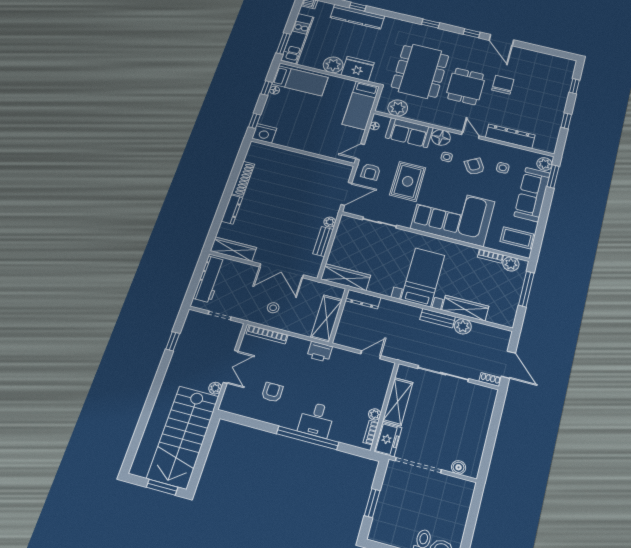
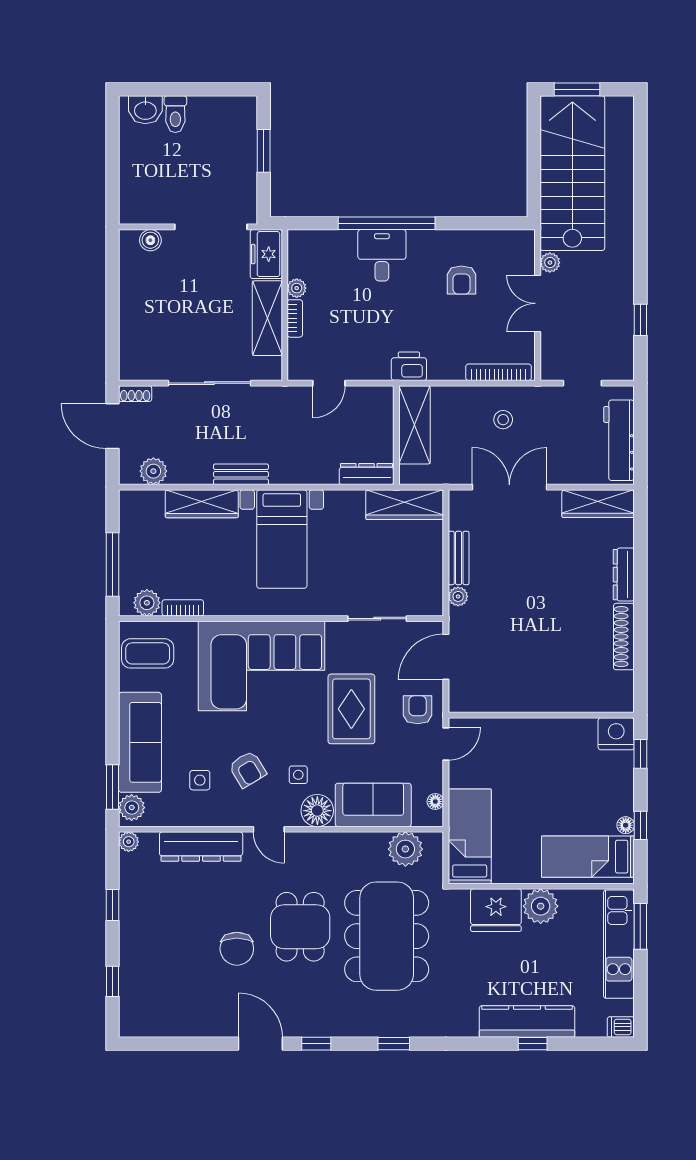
plant: (550, 148) -> (129, 842), added
plant: (463, 326) -> (153, 471), moved
bookcase: (371, 433) -> (295, 318), moved

